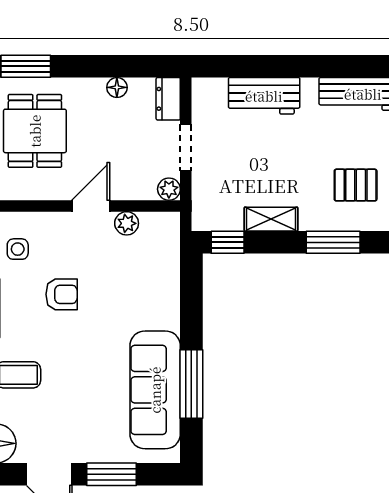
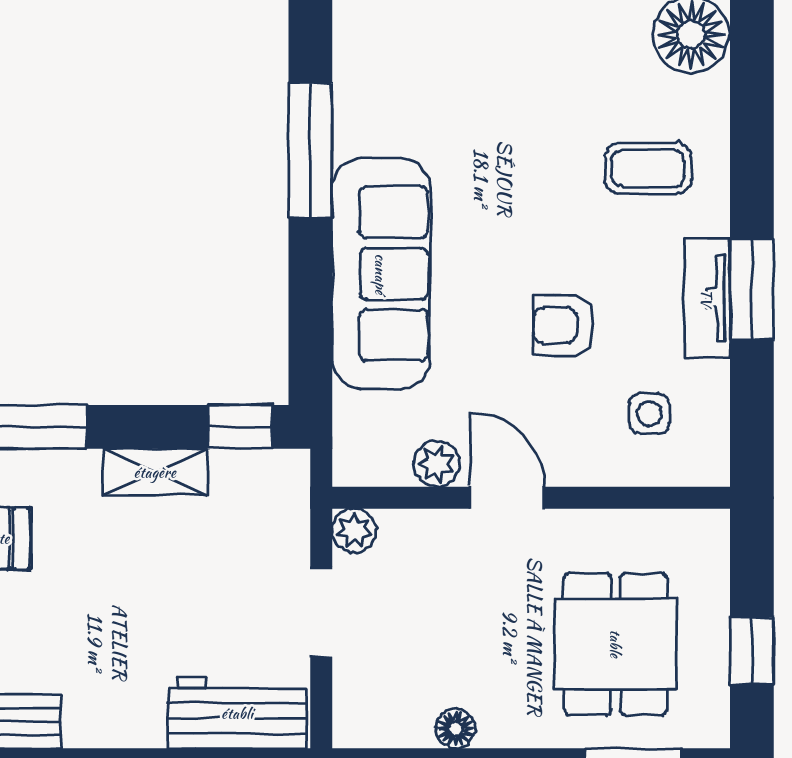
workbench: (264, 96) -> (237, 713), moved
dresser: (168, 99) -> (356, 707), removed
door: (91, 206) -> (507, 498), swing flipped
sofa: (155, 390) -> (381, 274), moved

